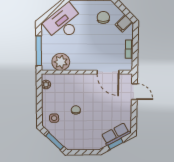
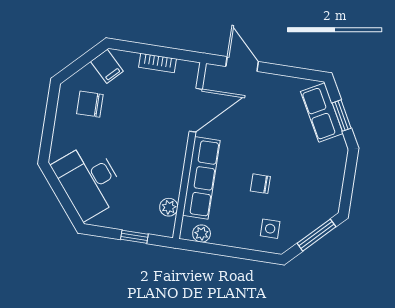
window: (39, 51) -> (134, 237), width x0.46
plant: (61, 62) -> (169, 207), width x0.53, depth x0.53
row of seats: (74, 80) -> (201, 178), added
door: (134, 92) -> (242, 64), hinge flipped

